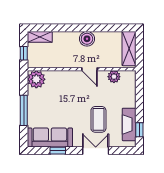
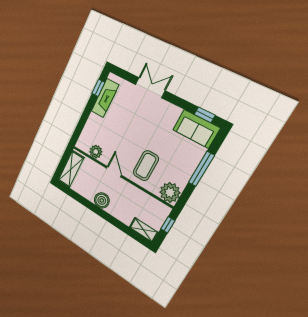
coffee table: (98, 119) -> (146, 166), moved
sofa: (50, 137) -> (196, 129), width x0.73
window: (58, 151) -> (205, 115), moved
double door: (96, 151) -> (150, 88), swing flipped

